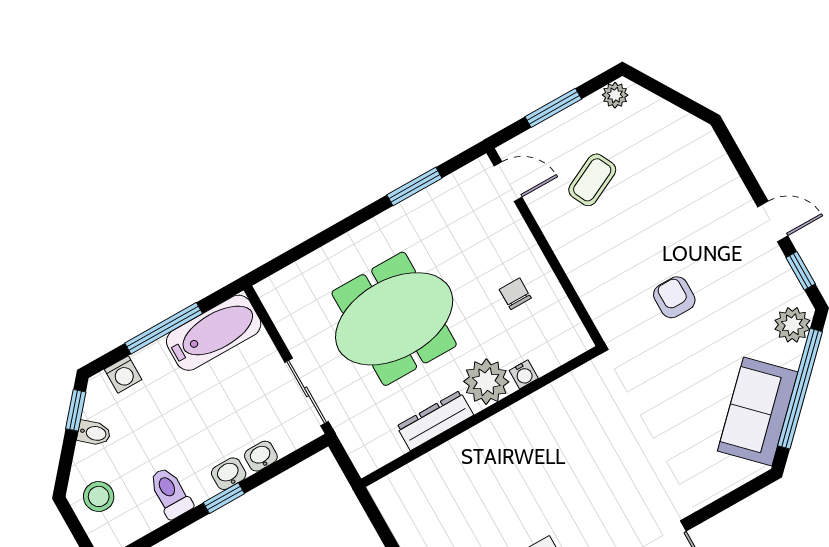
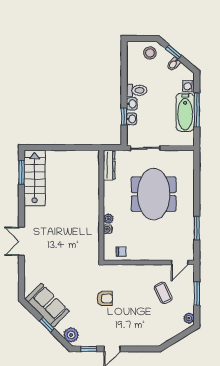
chair: (515, 294) -> (121, 252), moved
bathtub: (214, 333) -> (185, 112), moved
plant: (486, 382) -> (108, 219), width x0.53, depth x0.53
window: (800, 389) -> (47, 325), width x0.32
window: (76, 410) -> (173, 52), moved
dresser: (435, 421) -> (109, 165), moved
toilet: (170, 493) -> (137, 90), moved
window: (224, 498) -> (124, 116), moved

